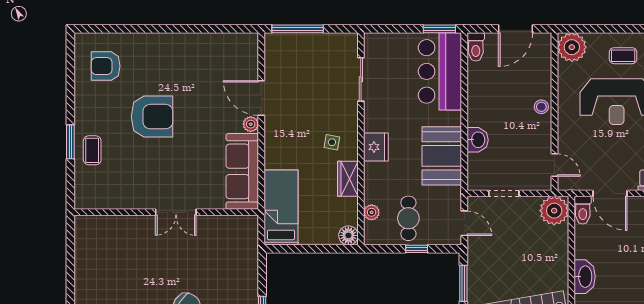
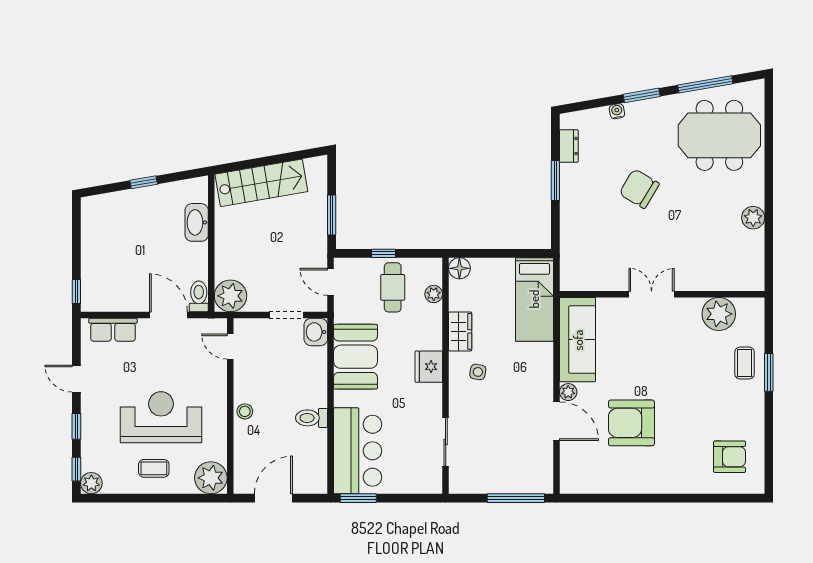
toilet: (476, 47) -> (312, 418), moved, turned -90
armchair: (152, 117) -> (631, 423), moved
washbasin: (478, 140) -> (316, 332), moved
plant: (115, 194) -> (719, 314), added
plant: (84, 281) -> (753, 218), added

